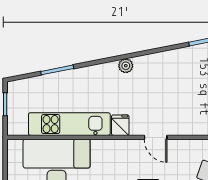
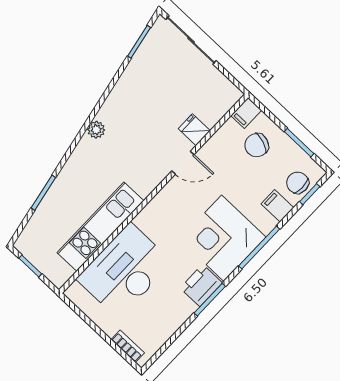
fridge: (120, 125) -> (194, 130), moved

